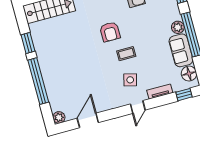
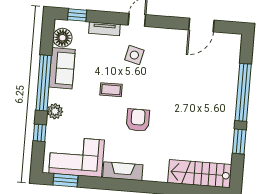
plant: (178, 27) -> (55, 111), moved
coffee table: (126, 54) -> (111, 90), moved
plant: (59, 117) -> (234, 41), removed

